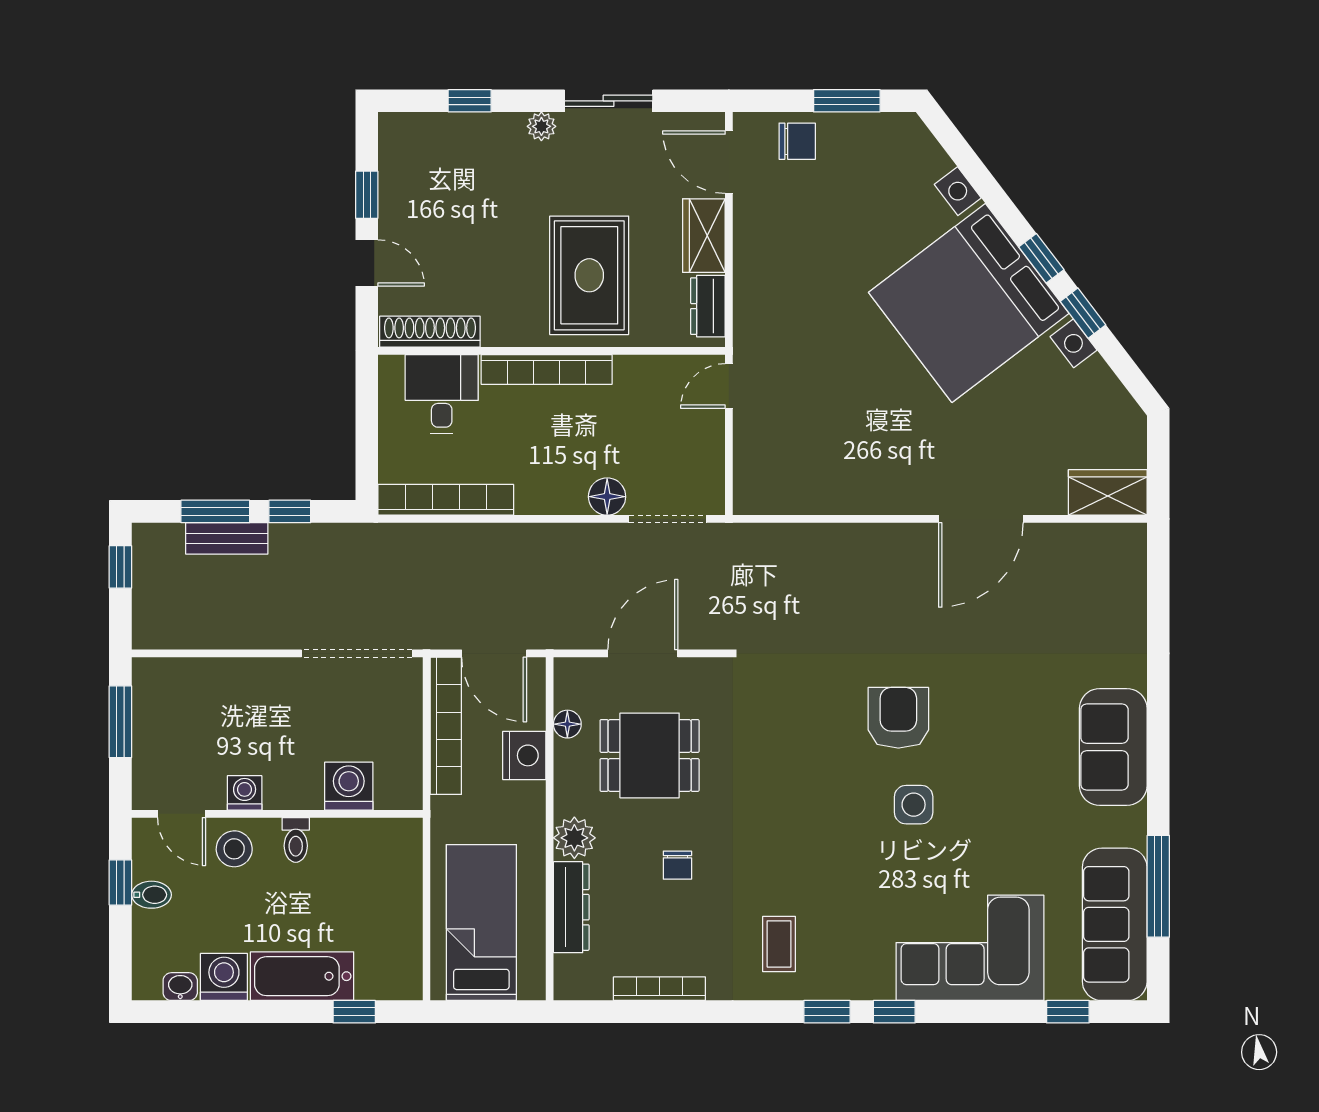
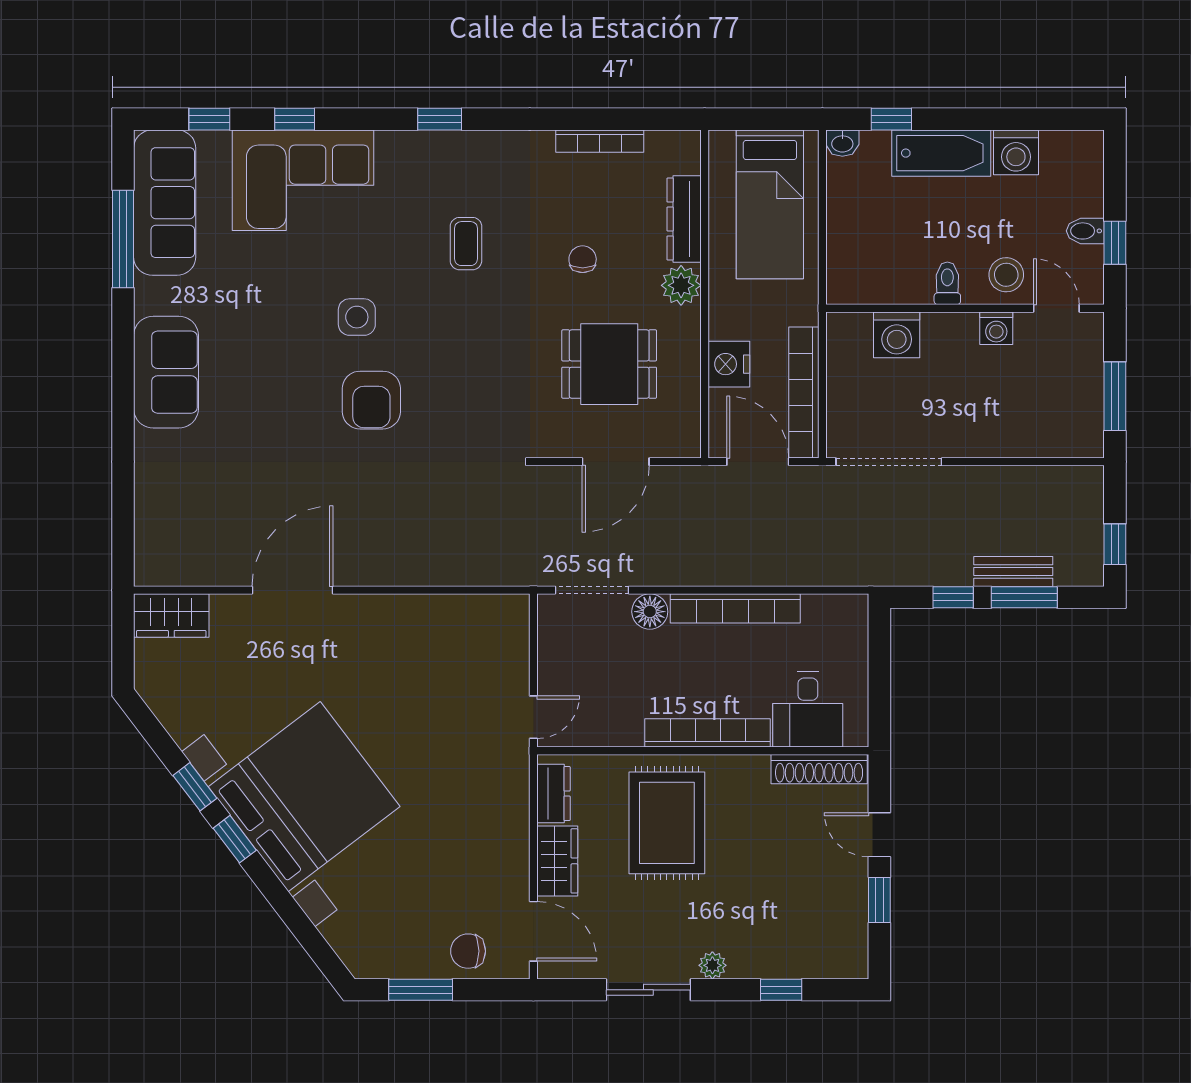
bookcase: (446, 500) -> (735, 608), moved
floor lamp: (567, 724) -> (688, 394), removed
coffee table: (779, 944) -> (466, 244), moved
washbasin: (180, 987) -> (842, 143), moved
window: (894, 1012) -> (295, 119), moved

